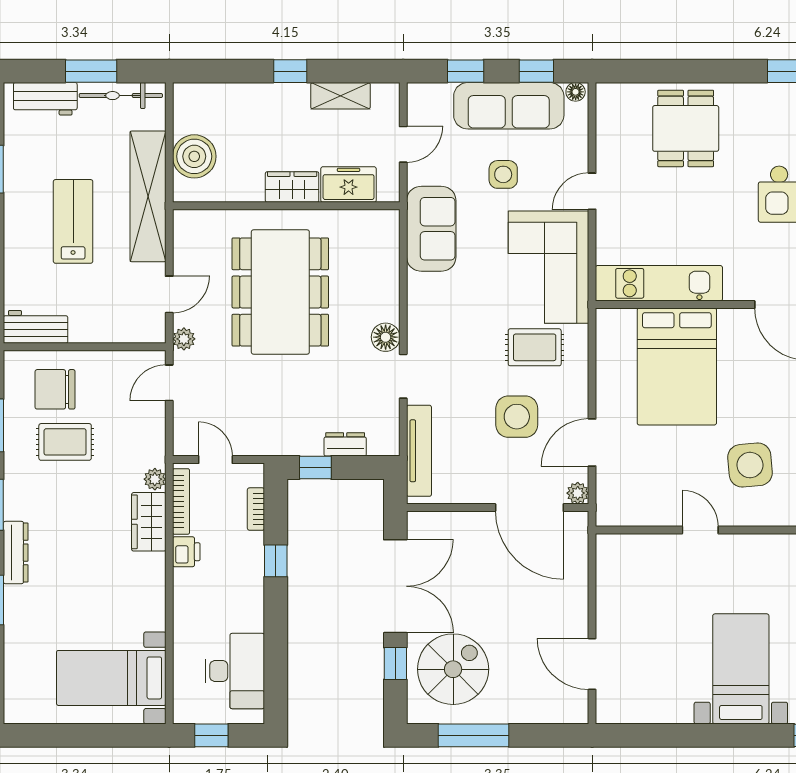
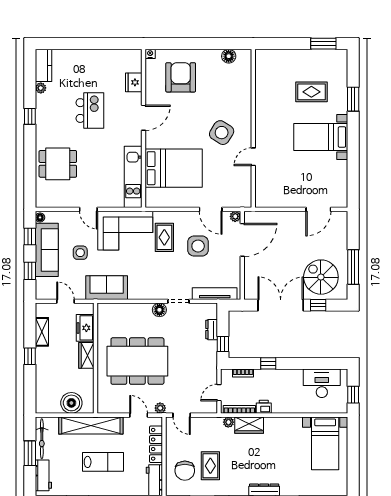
lab bench: (73, 221) -> (103, 462), turned 180
locker: (109, 330) -> (156, 444), added
side table: (750, 465) -> (222, 133), turned 37

